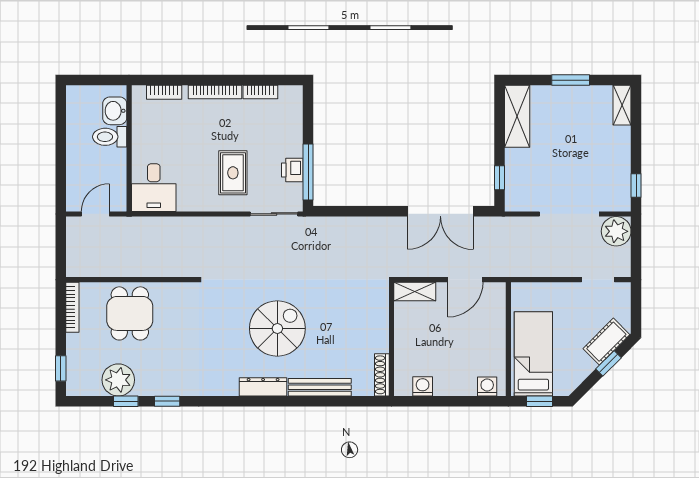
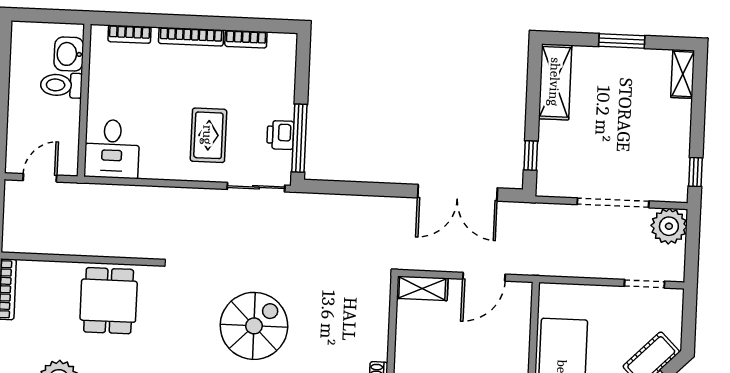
dining table: (130, 313) -> (109, 301), moved

